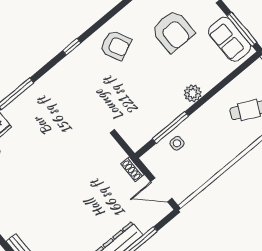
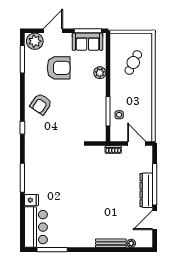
armchair: (116, 45) -> (41, 104), turned 149
plant: (193, 93) -> (100, 73), moved
door: (161, 190) -> (137, 143), swing flipped

